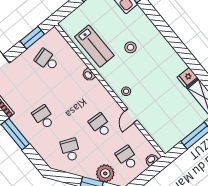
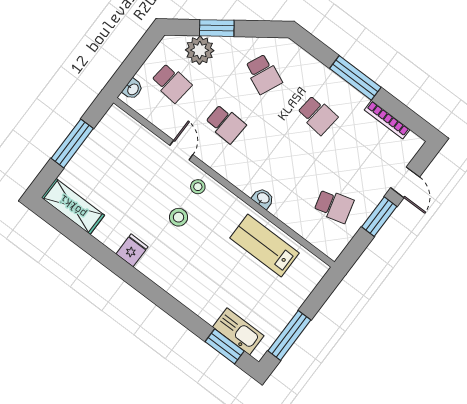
window: (32, 38) -> (379, 217), moved
stool: (130, 47) -> (179, 217), moved
fridge: (187, 77) -> (132, 250), moved

